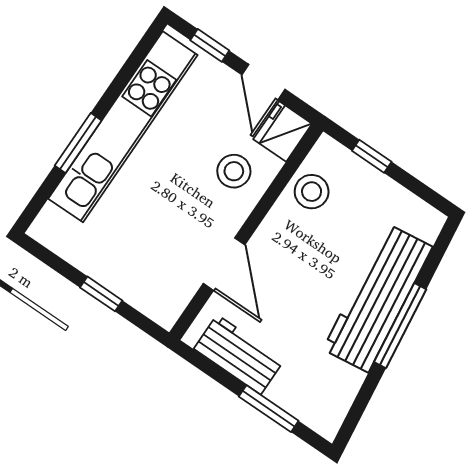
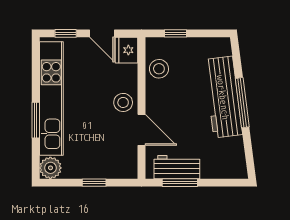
stool: (234, 171) -> (123, 102), moved
plant: (52, 228) -> (50, 168), added
window: (269, 409) -> (180, 183), moved

